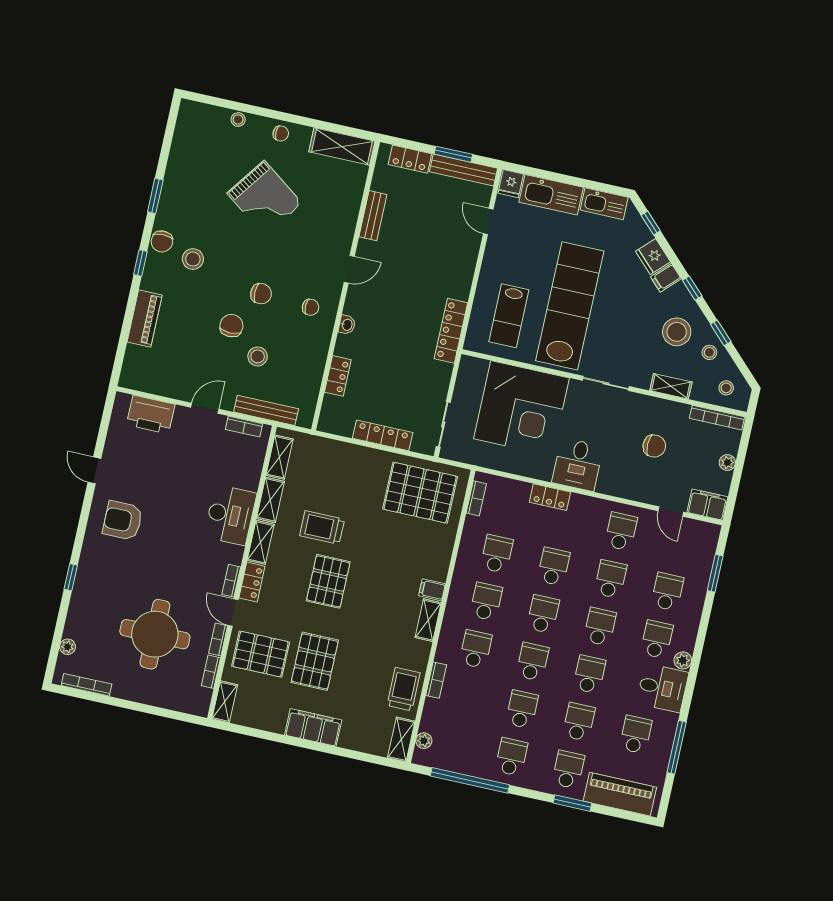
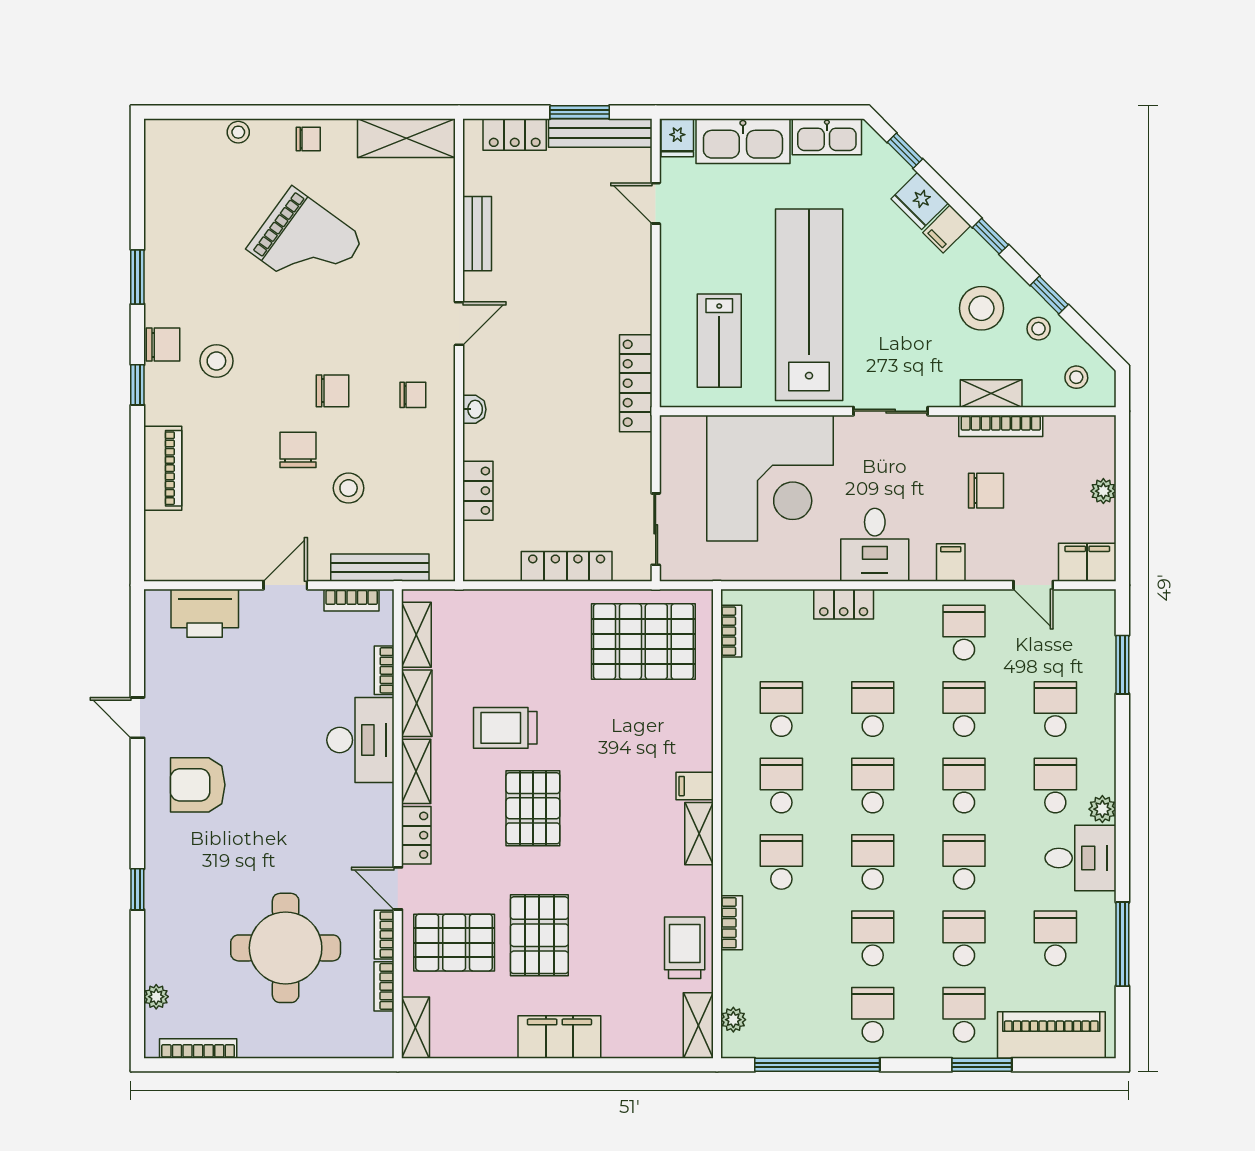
chair: (162, 241) -> (163, 345), turned -90
bookcase: (717, 418) -> (1001, 426), moved
filing cabinet: (622, 486) -> (951, 563), added
bookcase: (231, 581) -> (384, 670), moved

